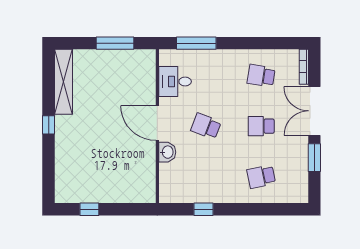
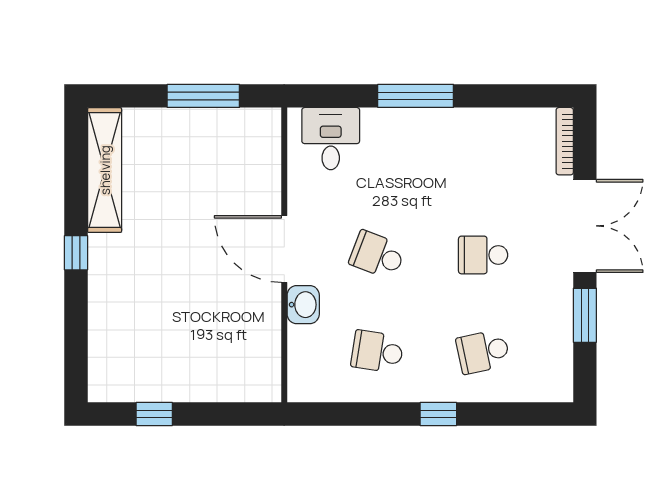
window: (196, 43) -> (416, 96), moved
school desk: (261, 76) -> (377, 352), moved
desk: (175, 82) -> (331, 139), moved, turned 90
double door: (314, 111) -> (585, 226), swing flipped
window: (204, 209) -> (438, 414), moved

